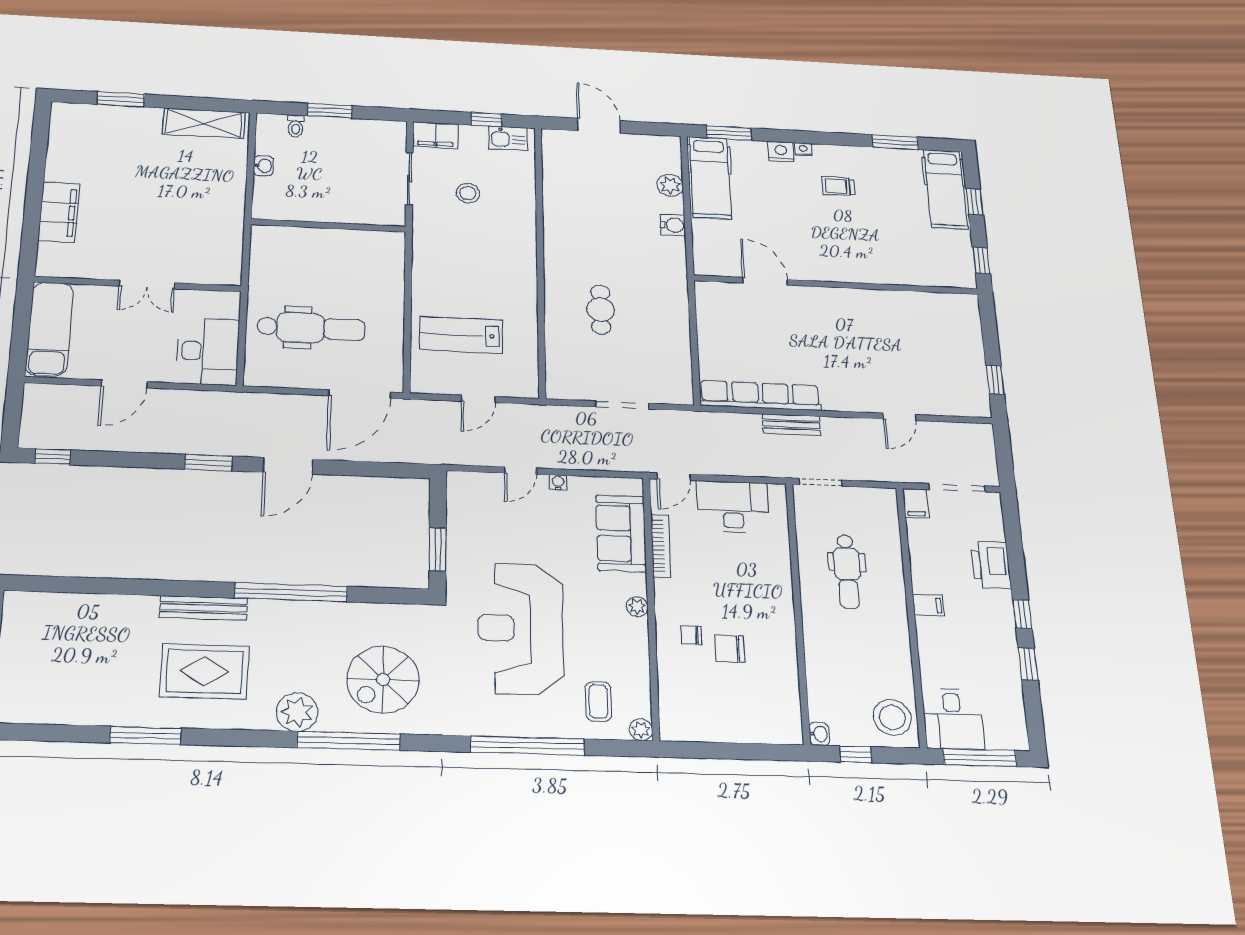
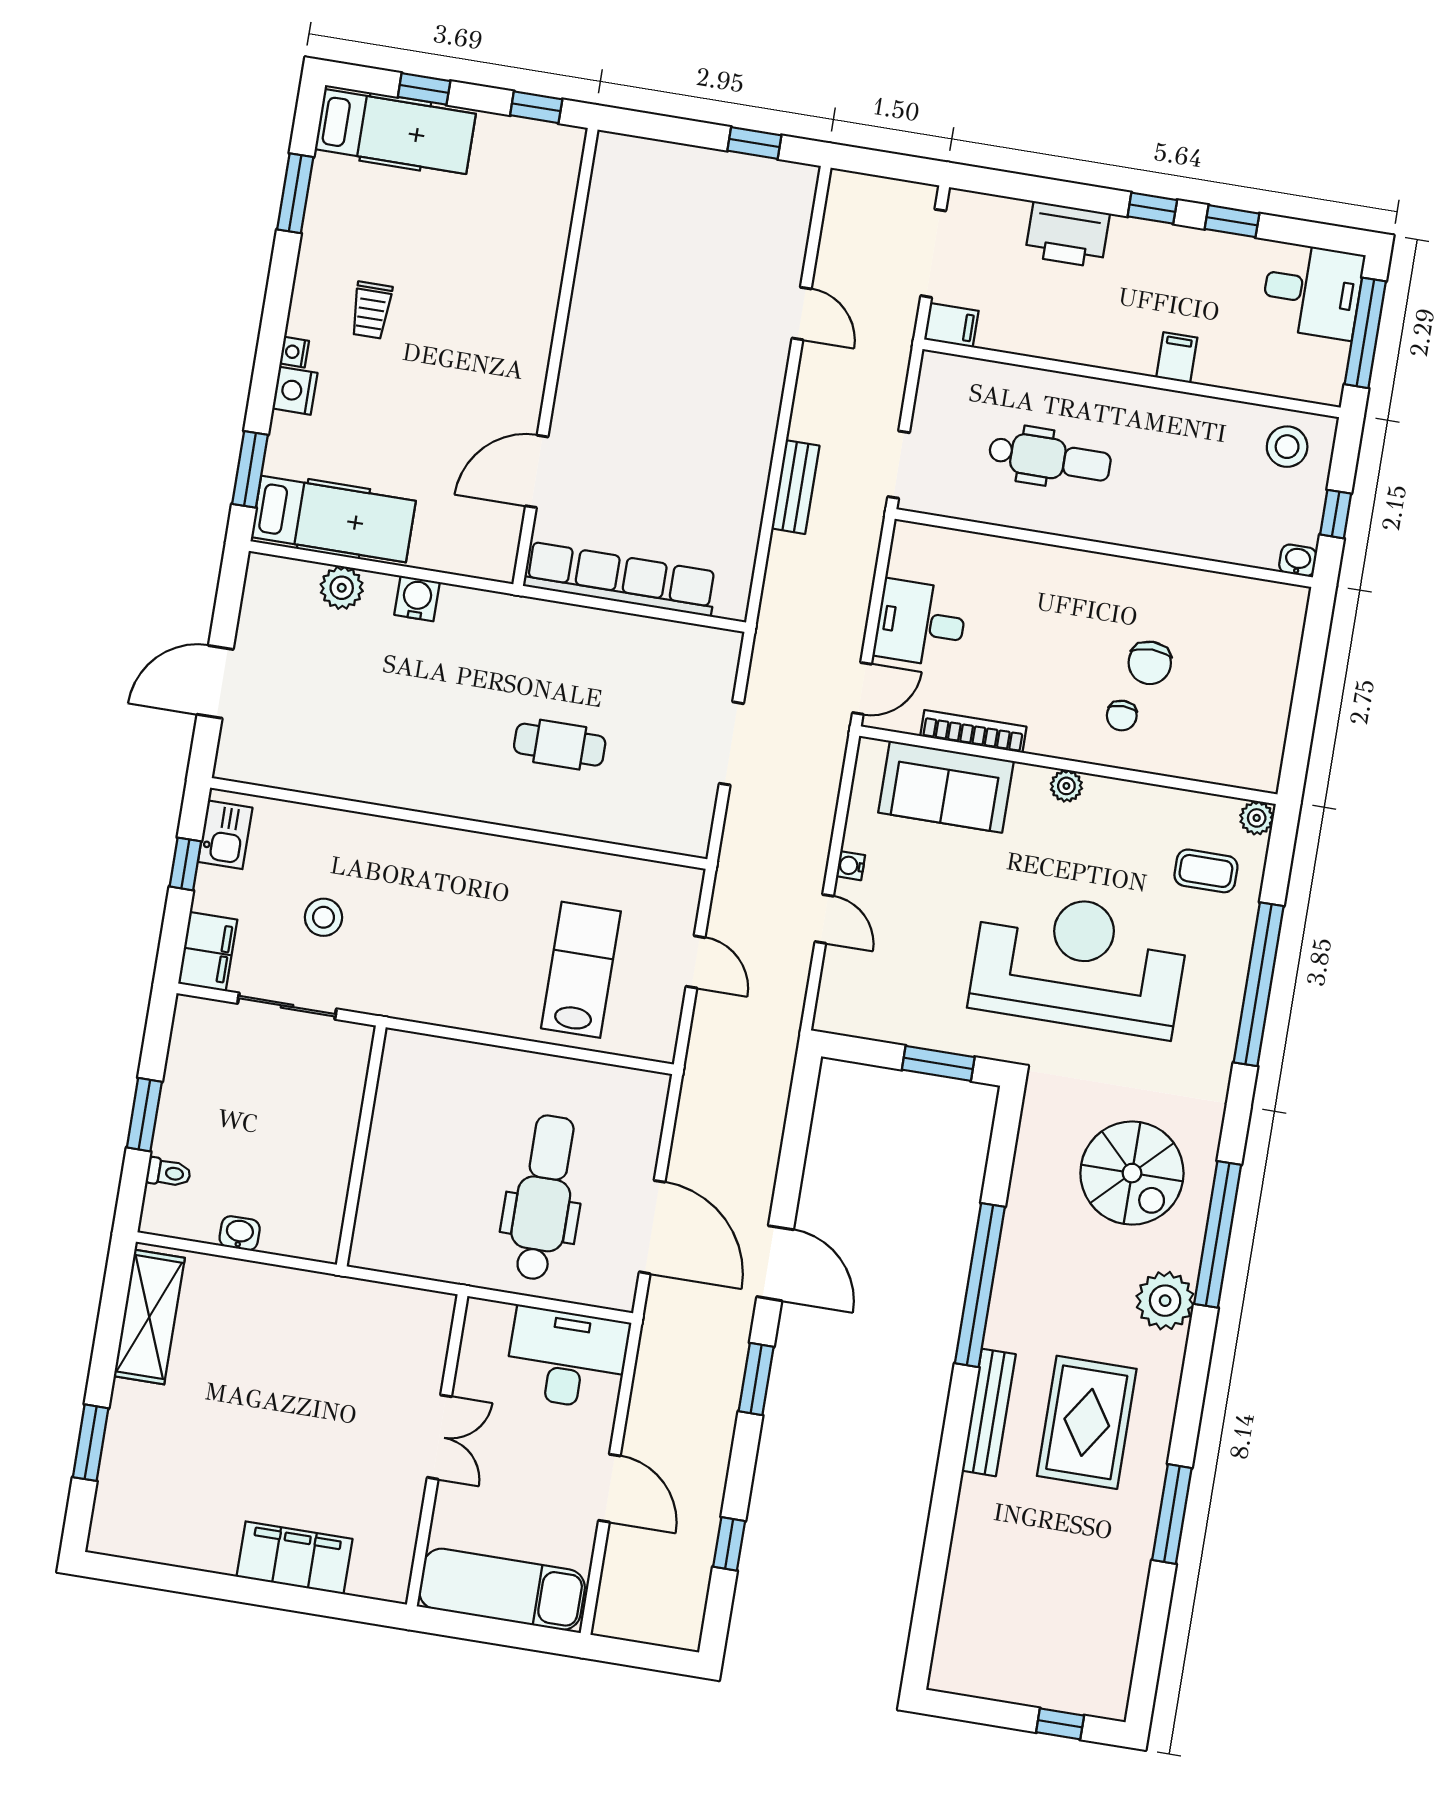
lab bench: (461, 335) -> (581, 970), turned 180
door: (360, 394) -> (652, 1227), moved
row of seats: (760, 395) -> (620, 579), moved, turned 90
window: (53, 457) -> (729, 1544), moved
door: (674, 477) -> (862, 688), hinge flipped
desk: (733, 507) -> (921, 623), width x0.73
filing cabinet: (928, 605) -> (1177, 358), moved
reception desk: (521, 628) -> (1079, 963), turned 180
stool: (892, 717) -> (1287, 447), width x0.73, depth x0.73
desk: (953, 719) -> (1312, 291), moved

